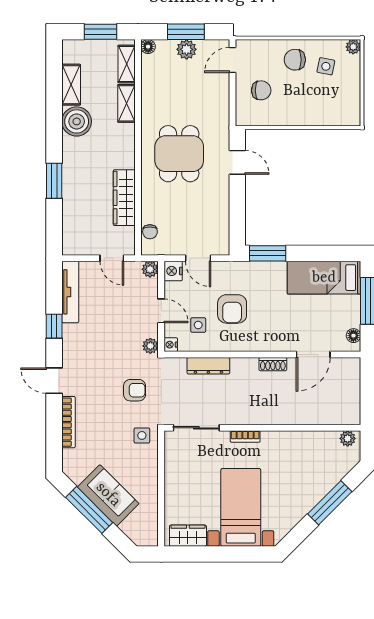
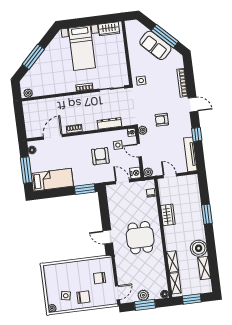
wardrobe: (124, 198) -> (168, 215), width x0.67
armchair: (135, 390) -> (162, 120), moved

